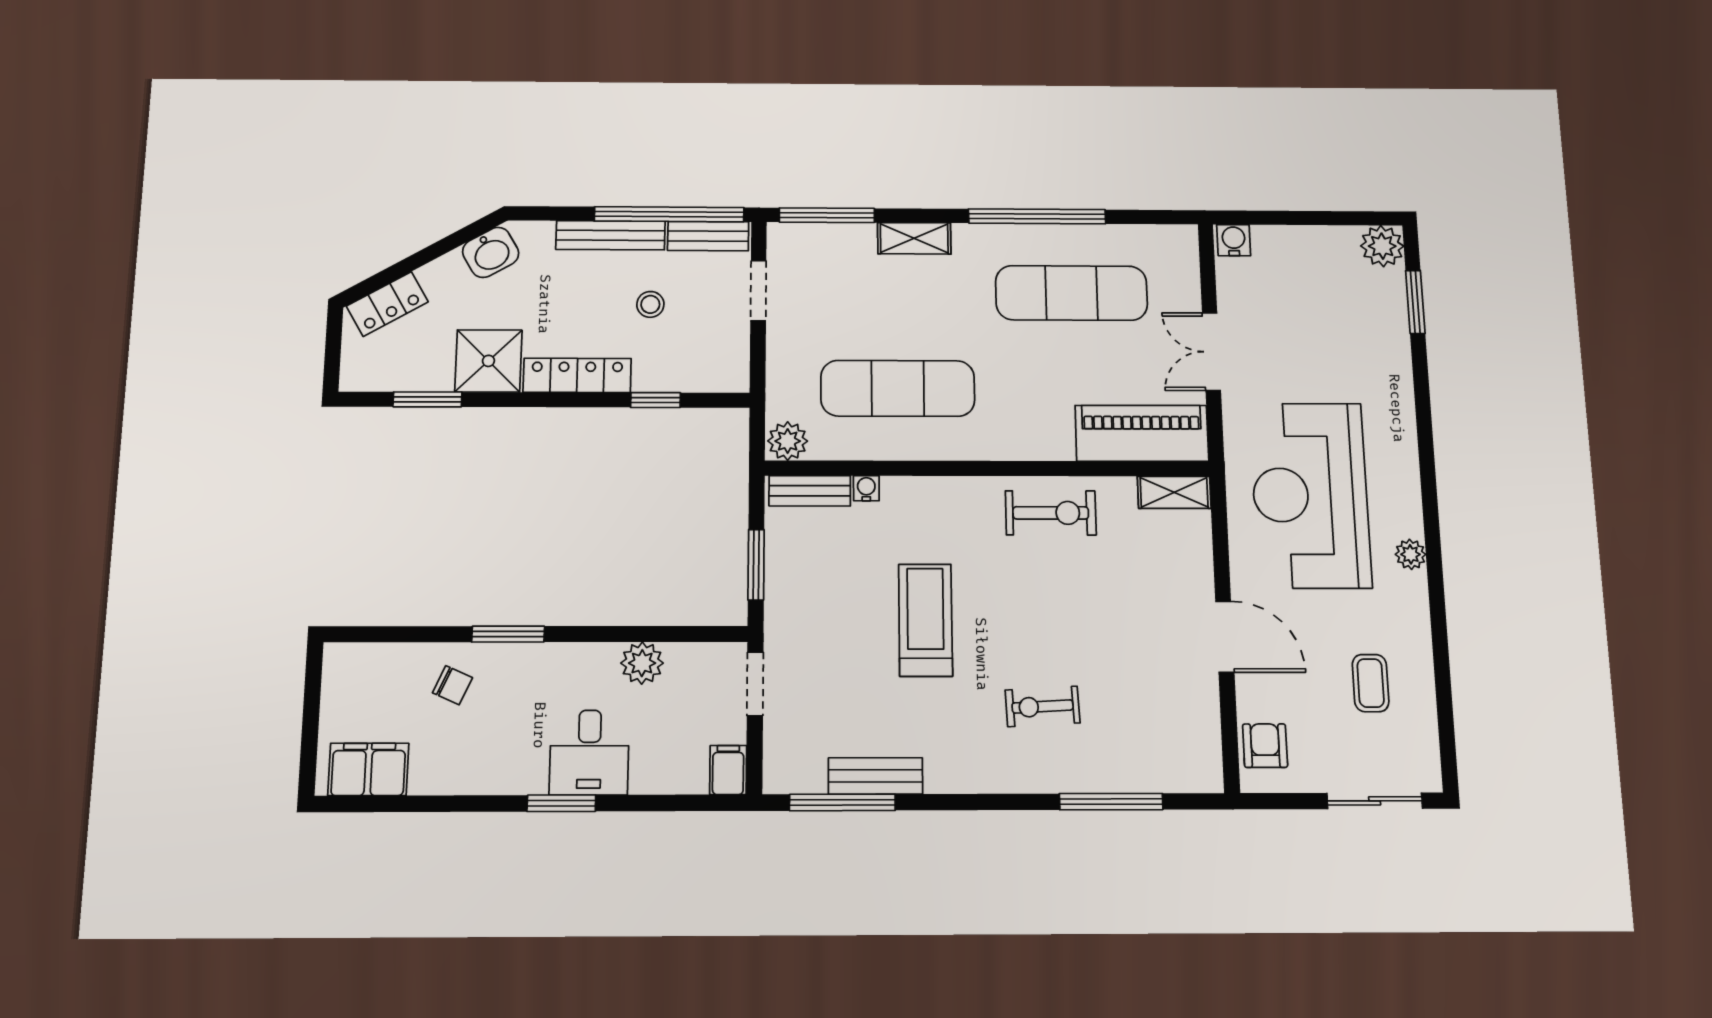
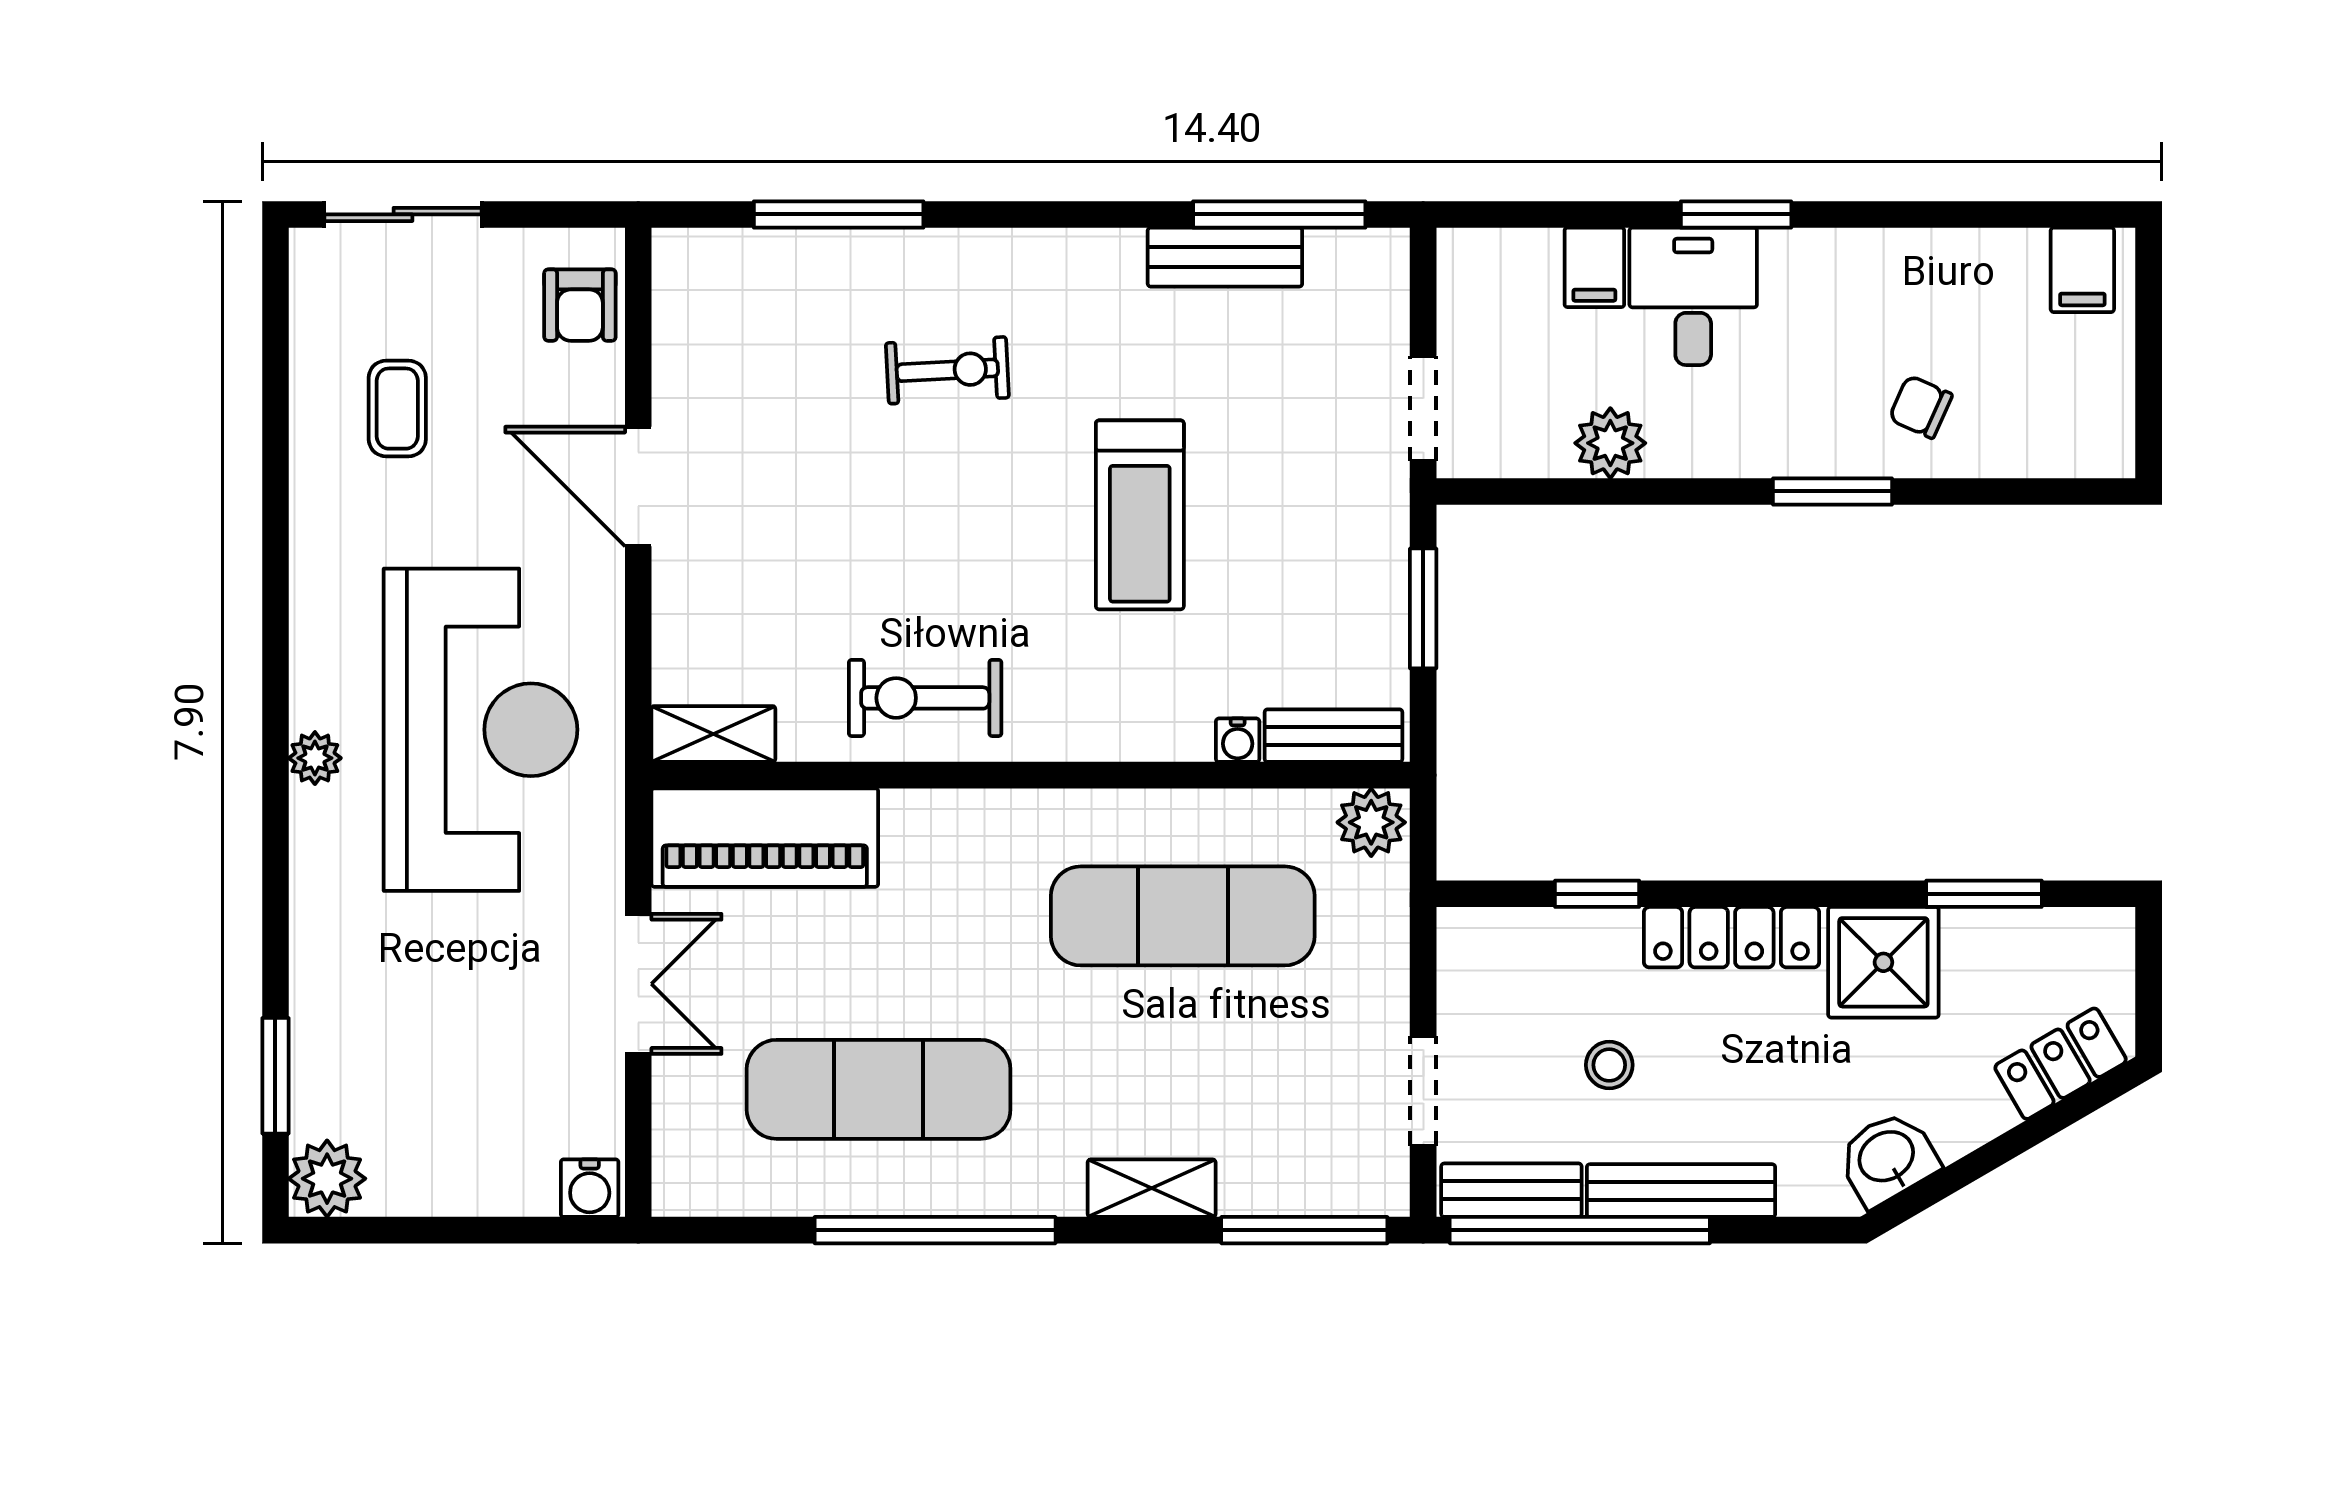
plant: (1411, 554) -> (315, 758), moved
filing cabinet: (368, 769) -> (2082, 270), width x0.50
filing cabinet: (728, 770) -> (1594, 267), moved

